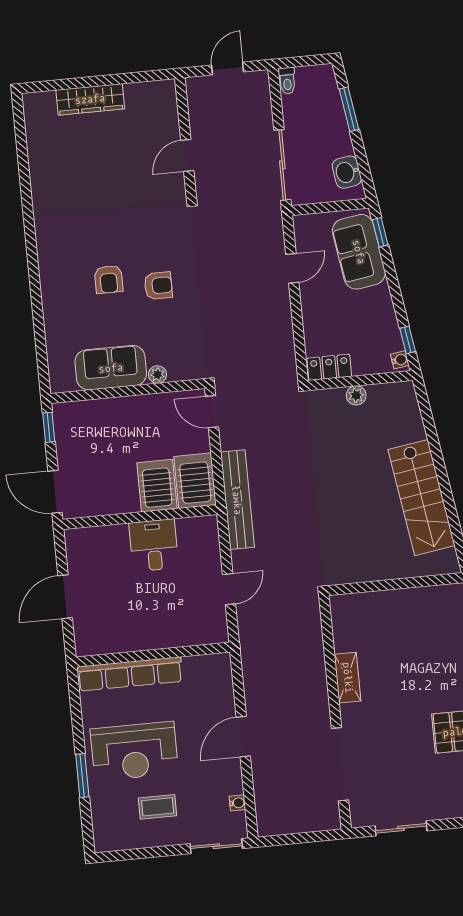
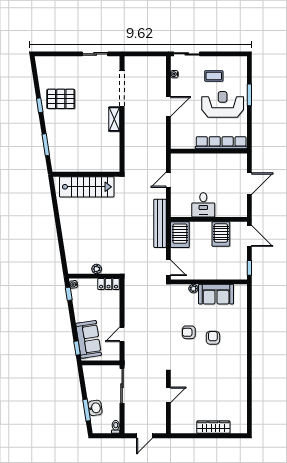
washbasin: (347, 172) -> (95, 408), moved
server rack: (157, 486) -> (221, 234), moved
stairs: (421, 498) -> (87, 187), moved, turned 99
shelving: (348, 678) -> (114, 119), moved

